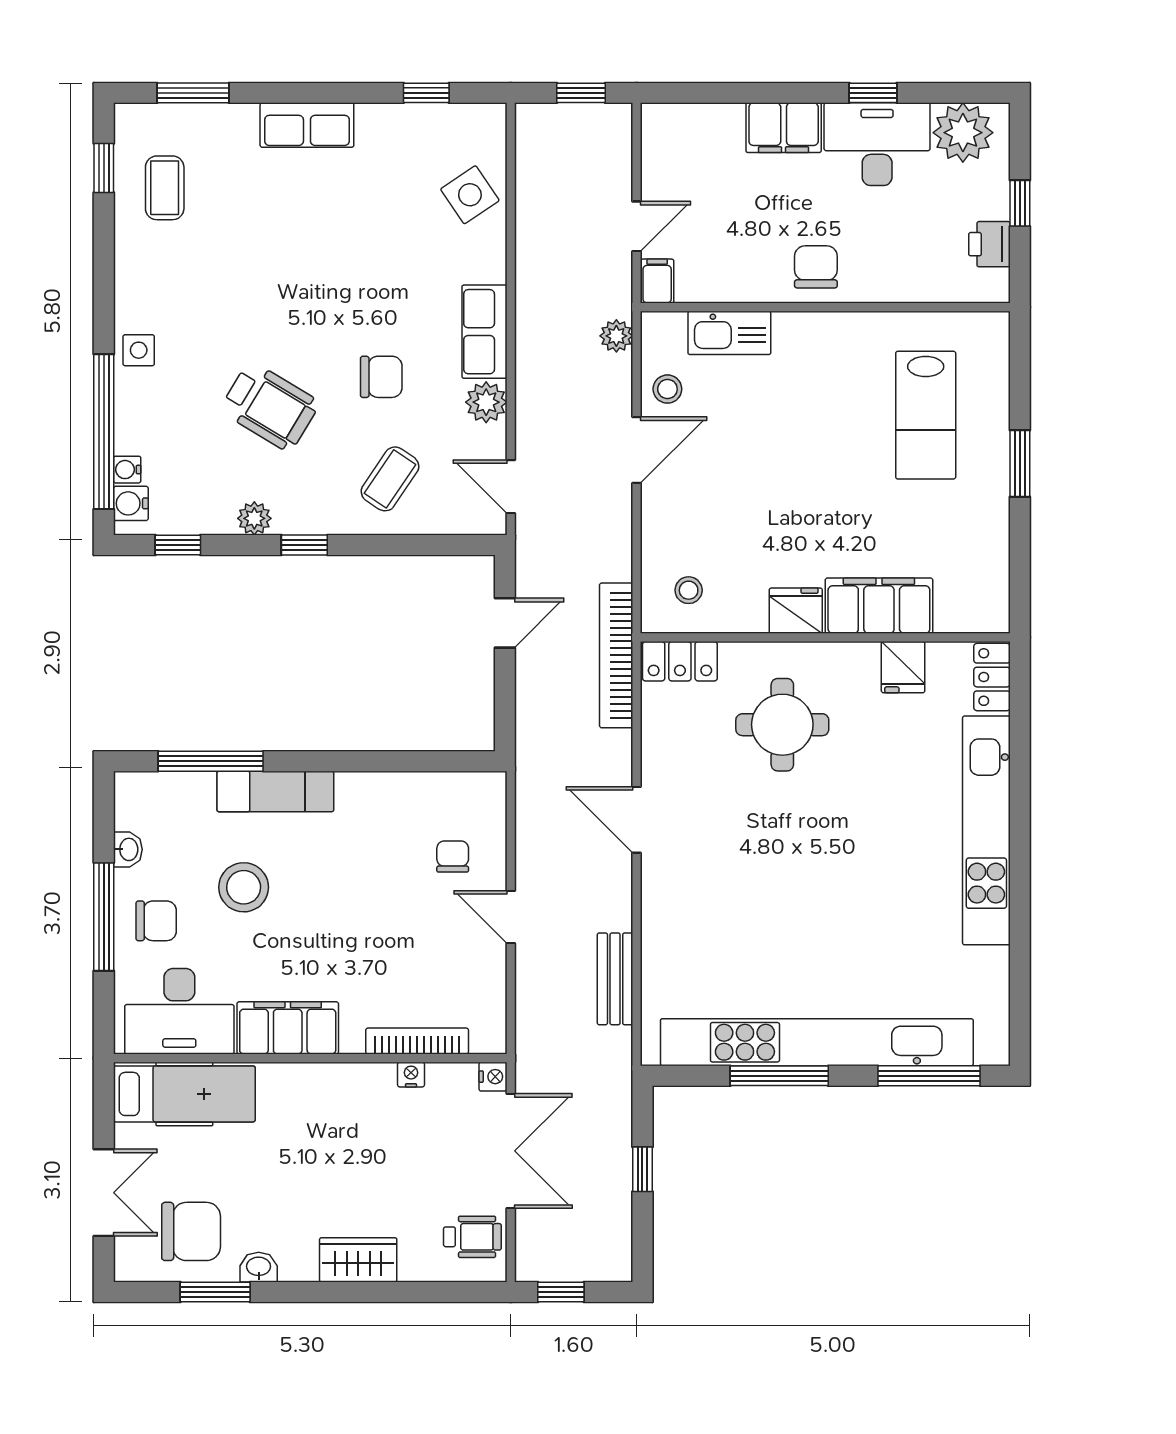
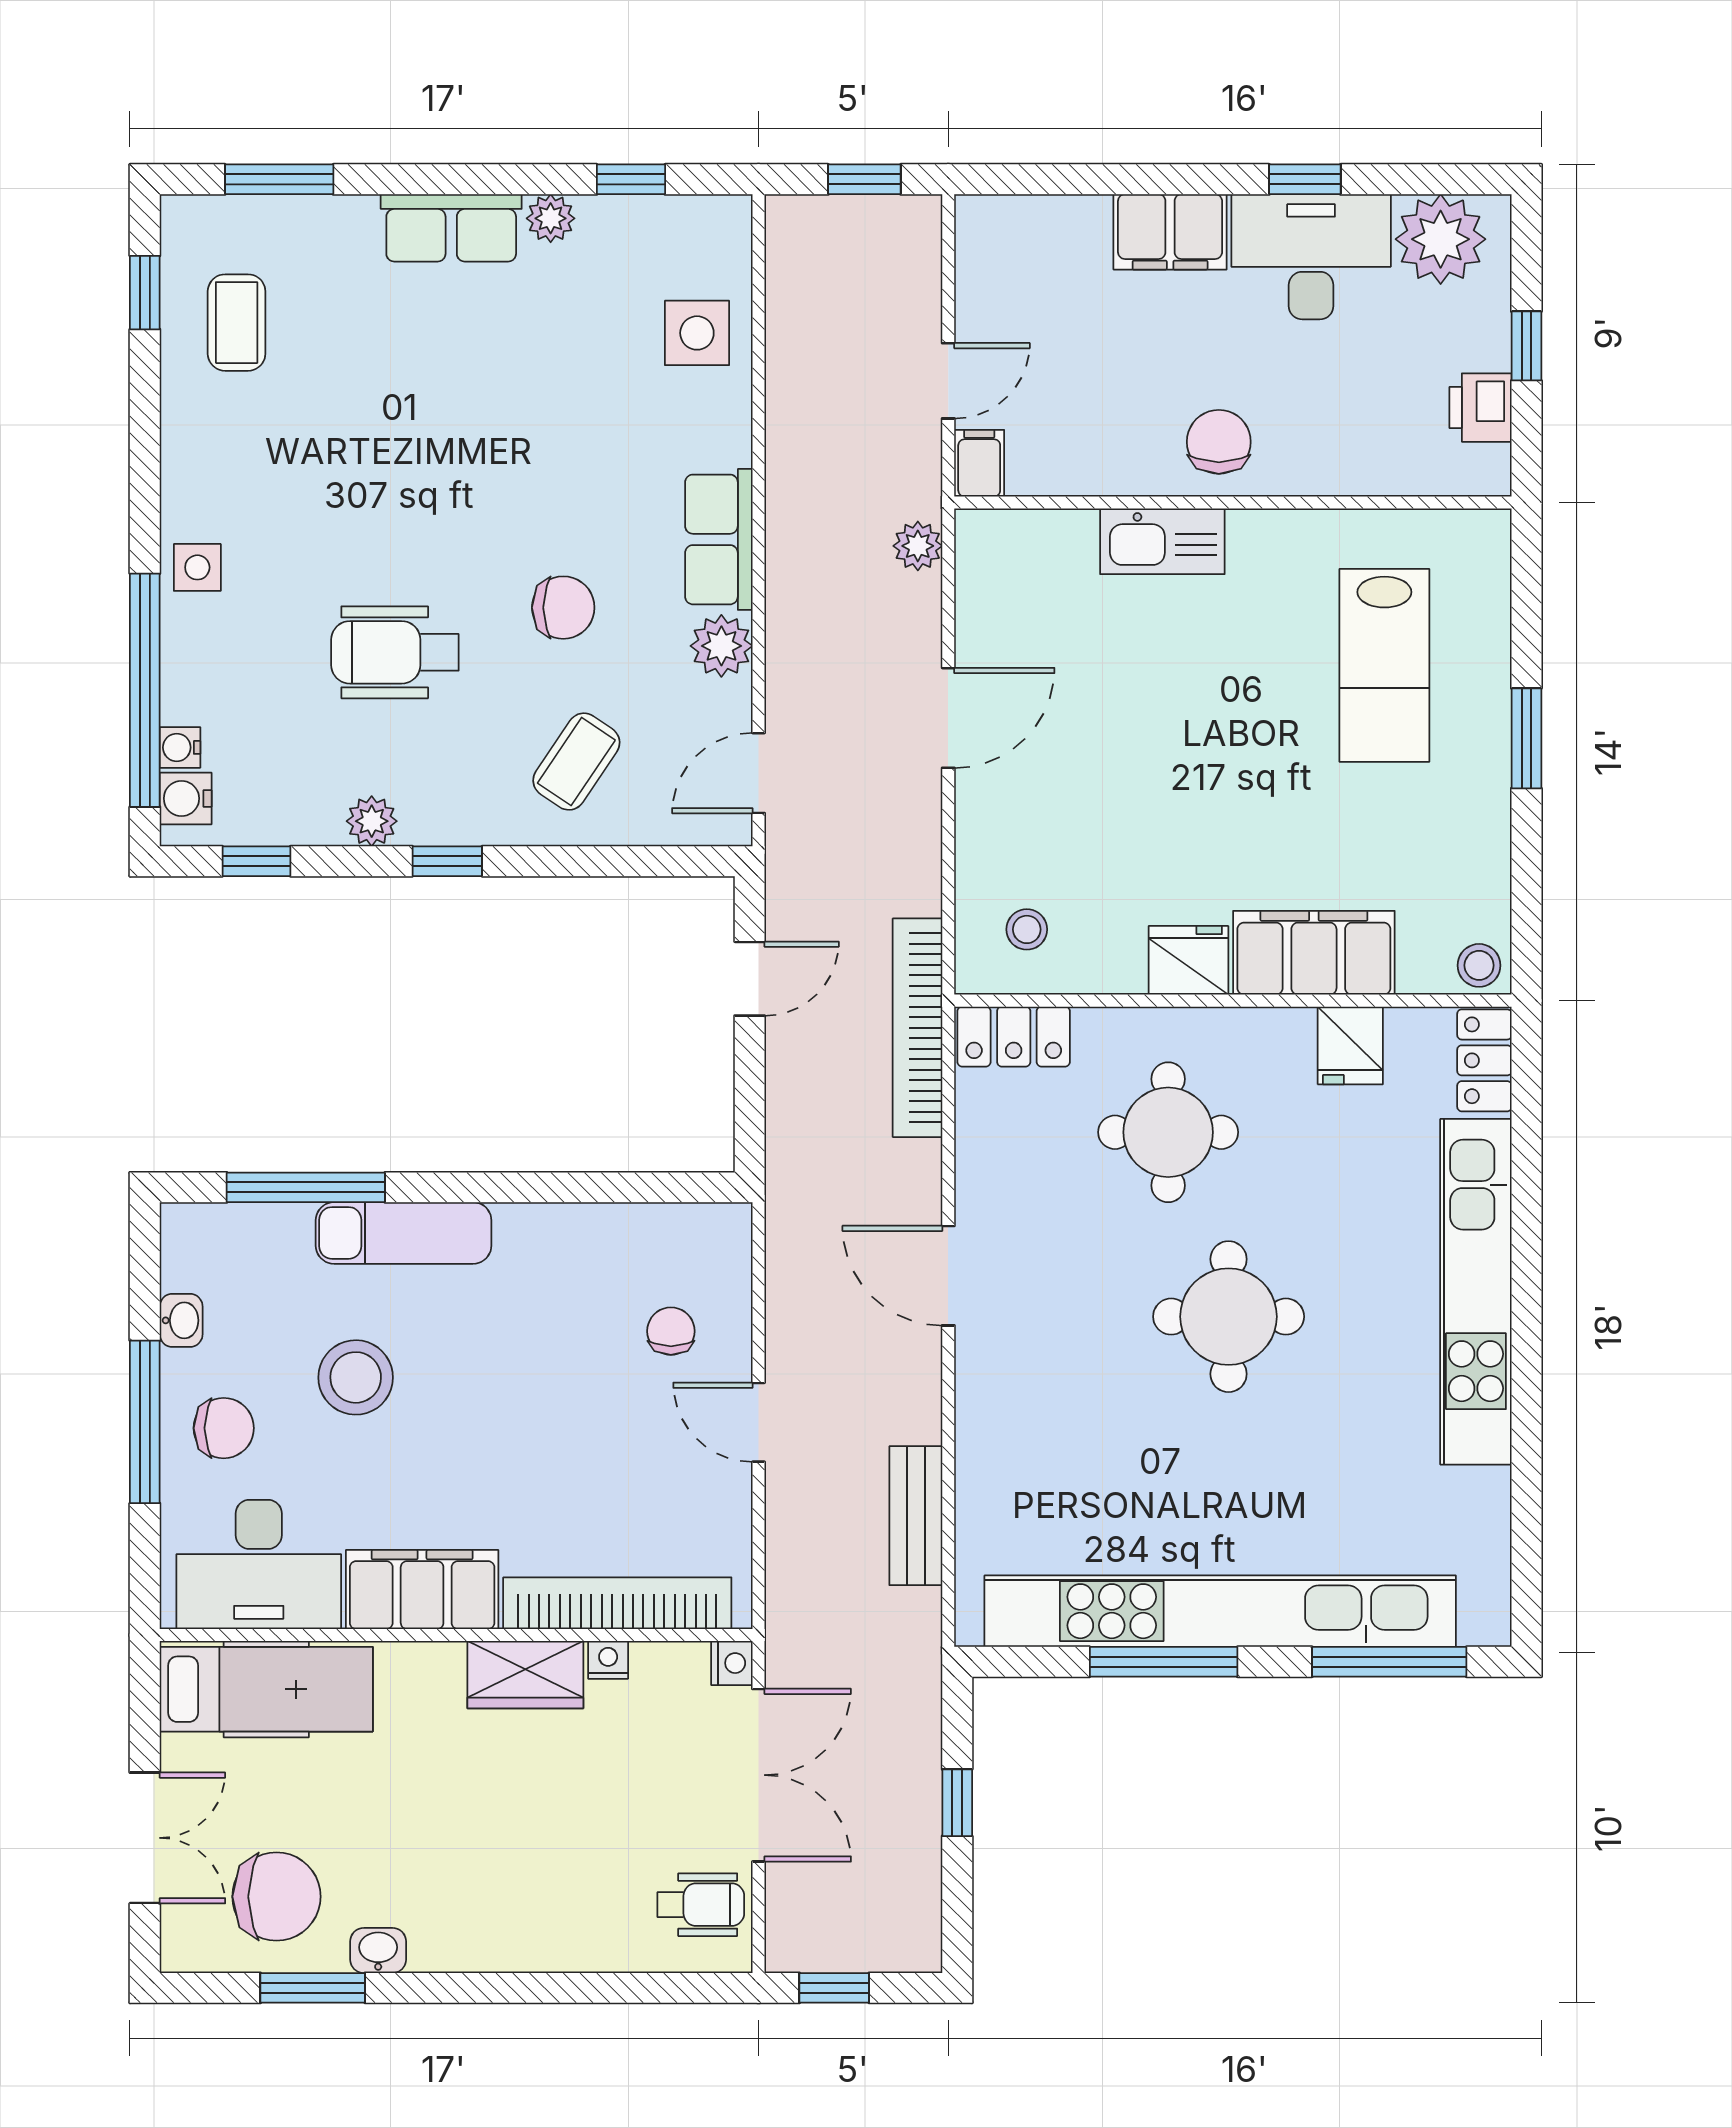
plant: (373, 119) -> (551, 218), added
side table: (470, 195) -> (697, 333), turned 34
kitchen sink: (729, 333) -> (1162, 541), moved
stool: (667, 389) -> (1479, 965), moved
wheelchair: (270, 406) -> (395, 652), turned 149
door: (511, 487) -> (759, 773), hinge flipped
round table: (822, 847) -> (1229, 1317), added
bookcase: (417, 1041) -> (617, 1603), width x1.48, depth x1.31
wardrobe: (358, 1260) -> (525, 1675), moved, turned 180

